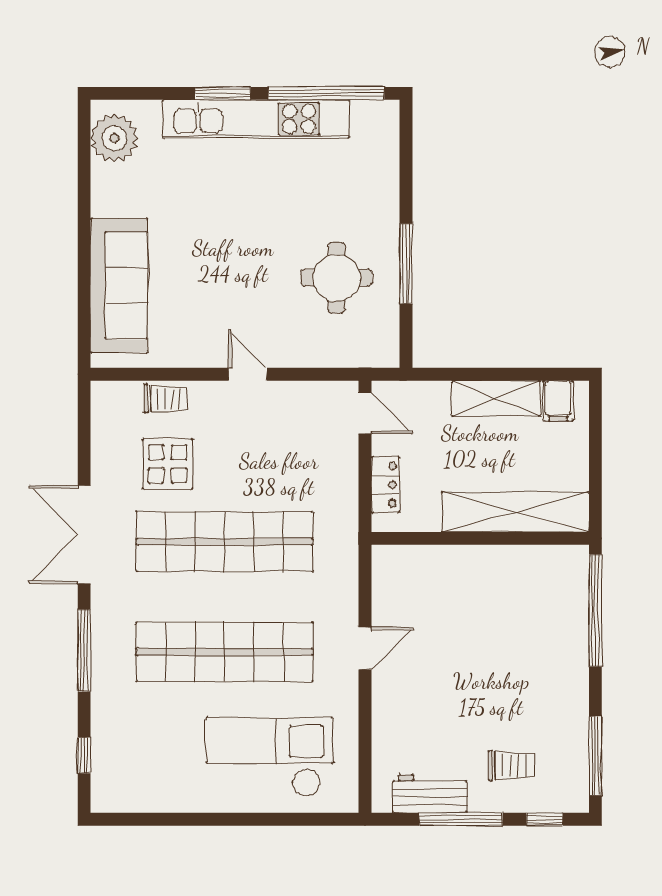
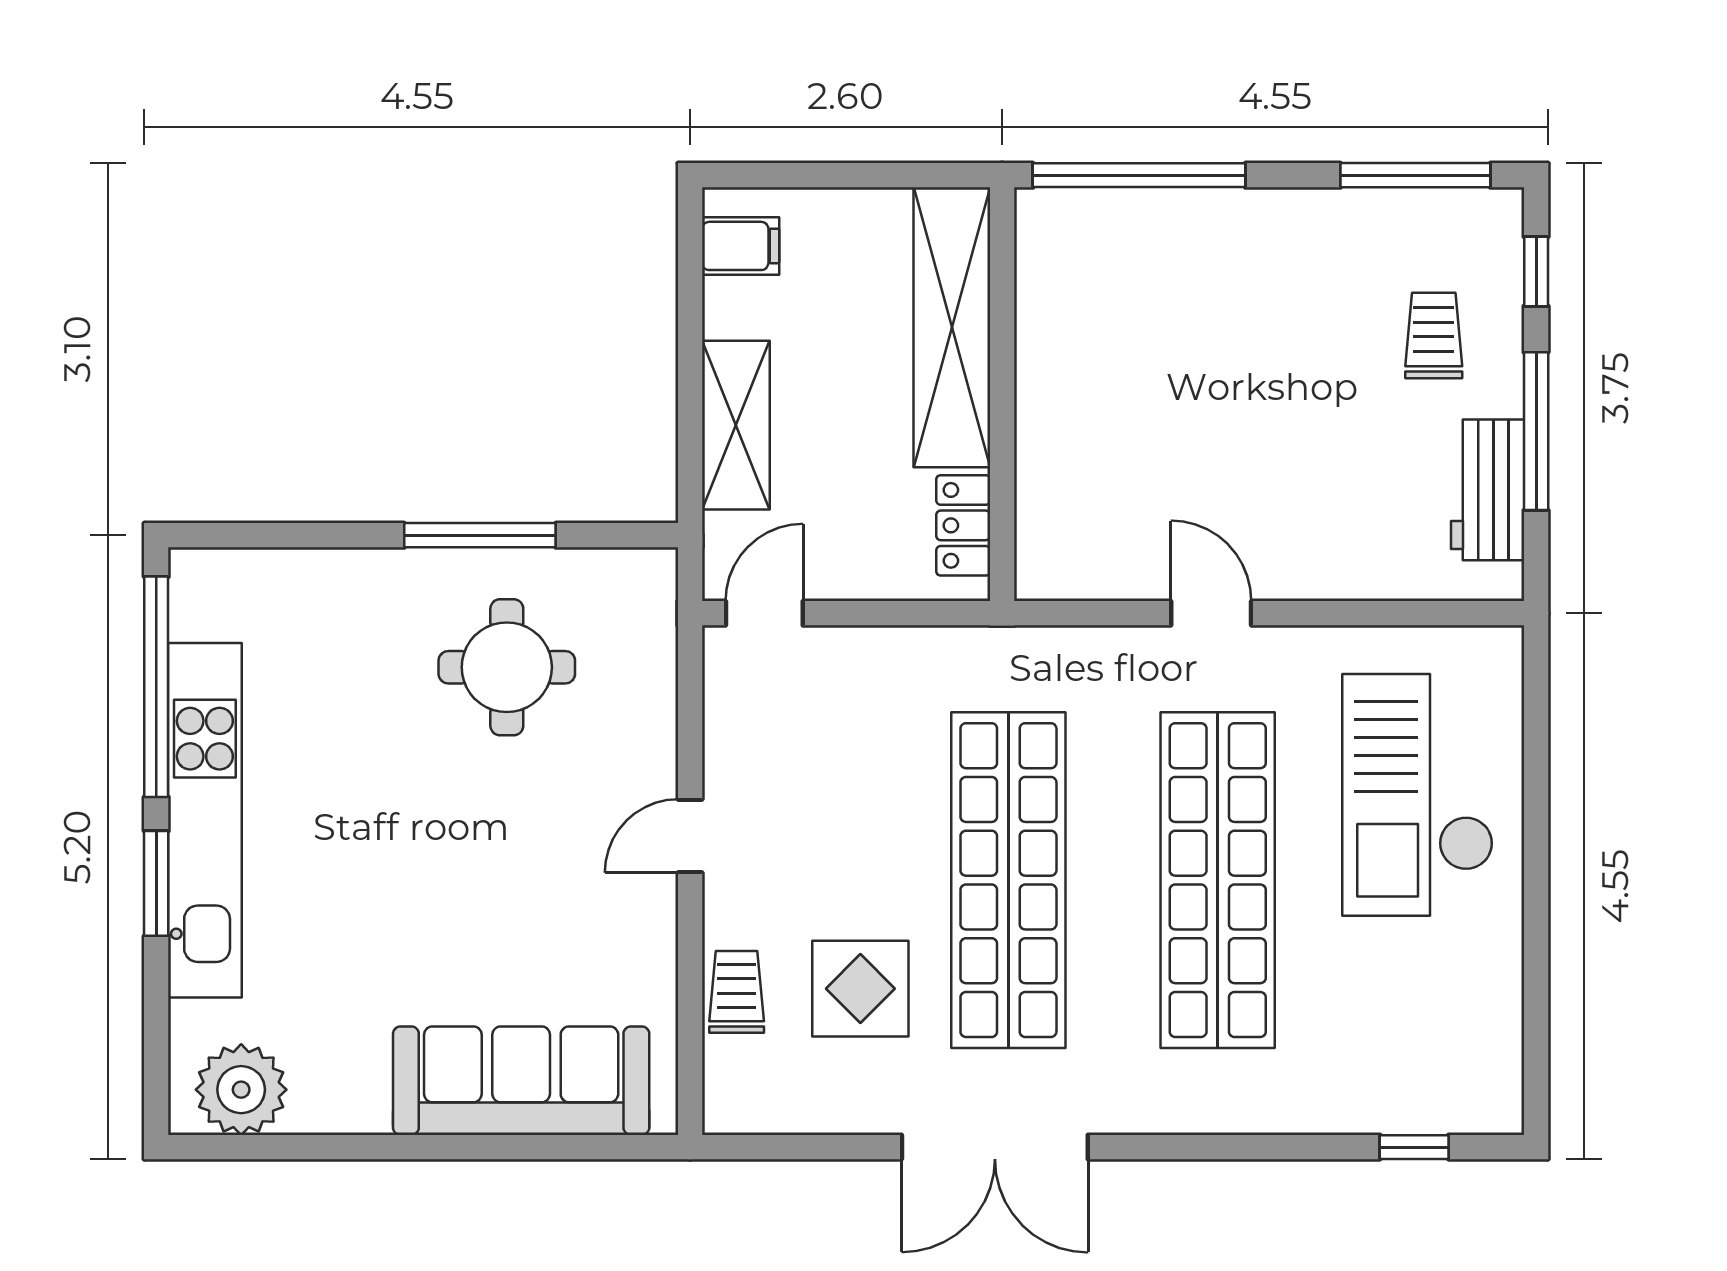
shelving: (496, 398) -> (736, 425), moved
locker: (385, 485) -> (963, 525), moved, turned -90
window: (84, 650) -> (1215, 1147), removed

